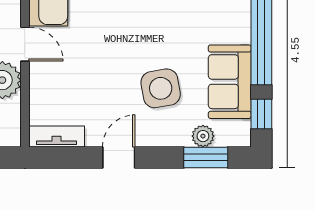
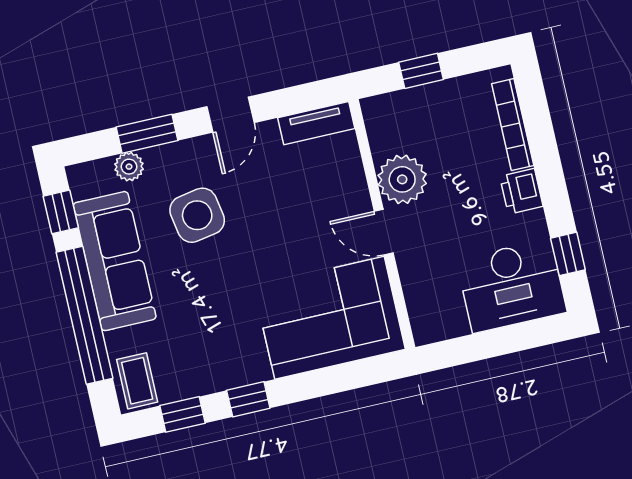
sofa: (230, 82) -> (115, 261), width x1.36
window: (206, 157) -> (147, 134), moved

